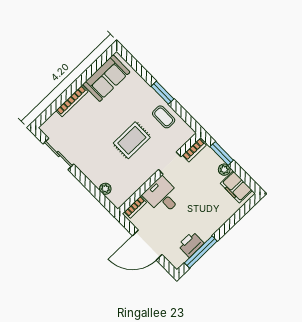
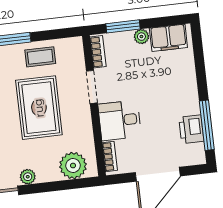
rug: (132, 140) -> (39, 108), width x1.36, depth x1.43
plant: (84, 166) -> (28, 177), added
plant: (105, 189) -> (73, 166), width x1.88, depth x1.88

